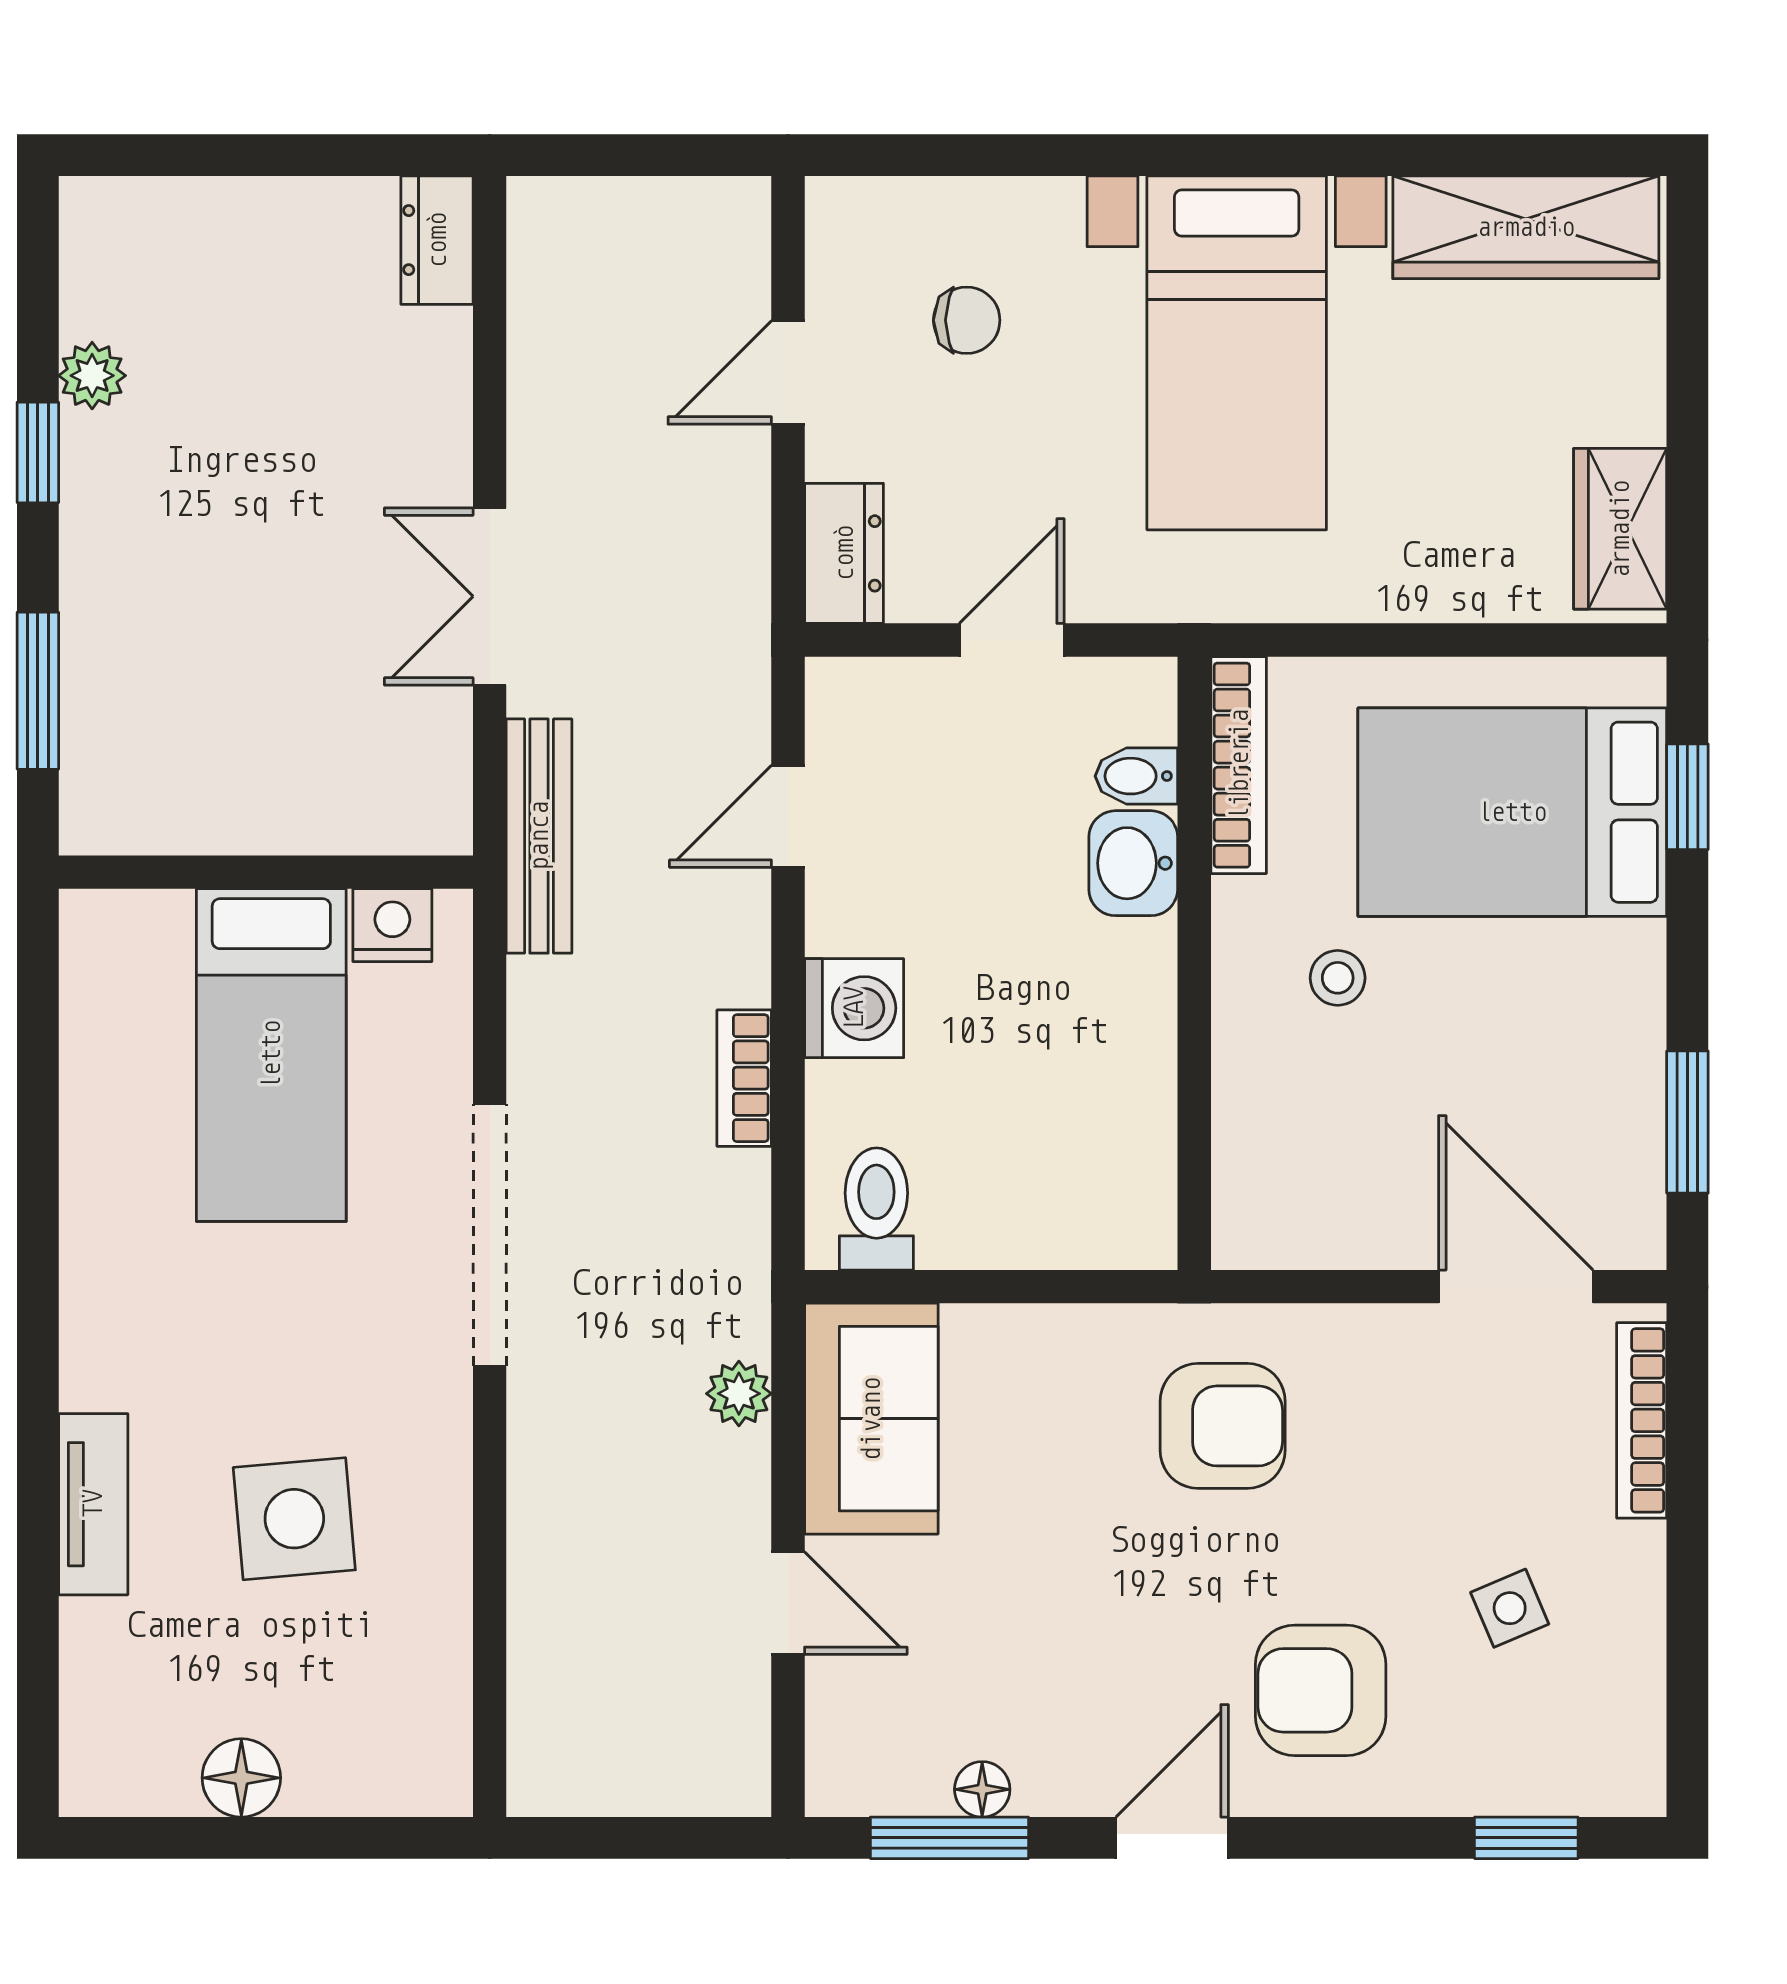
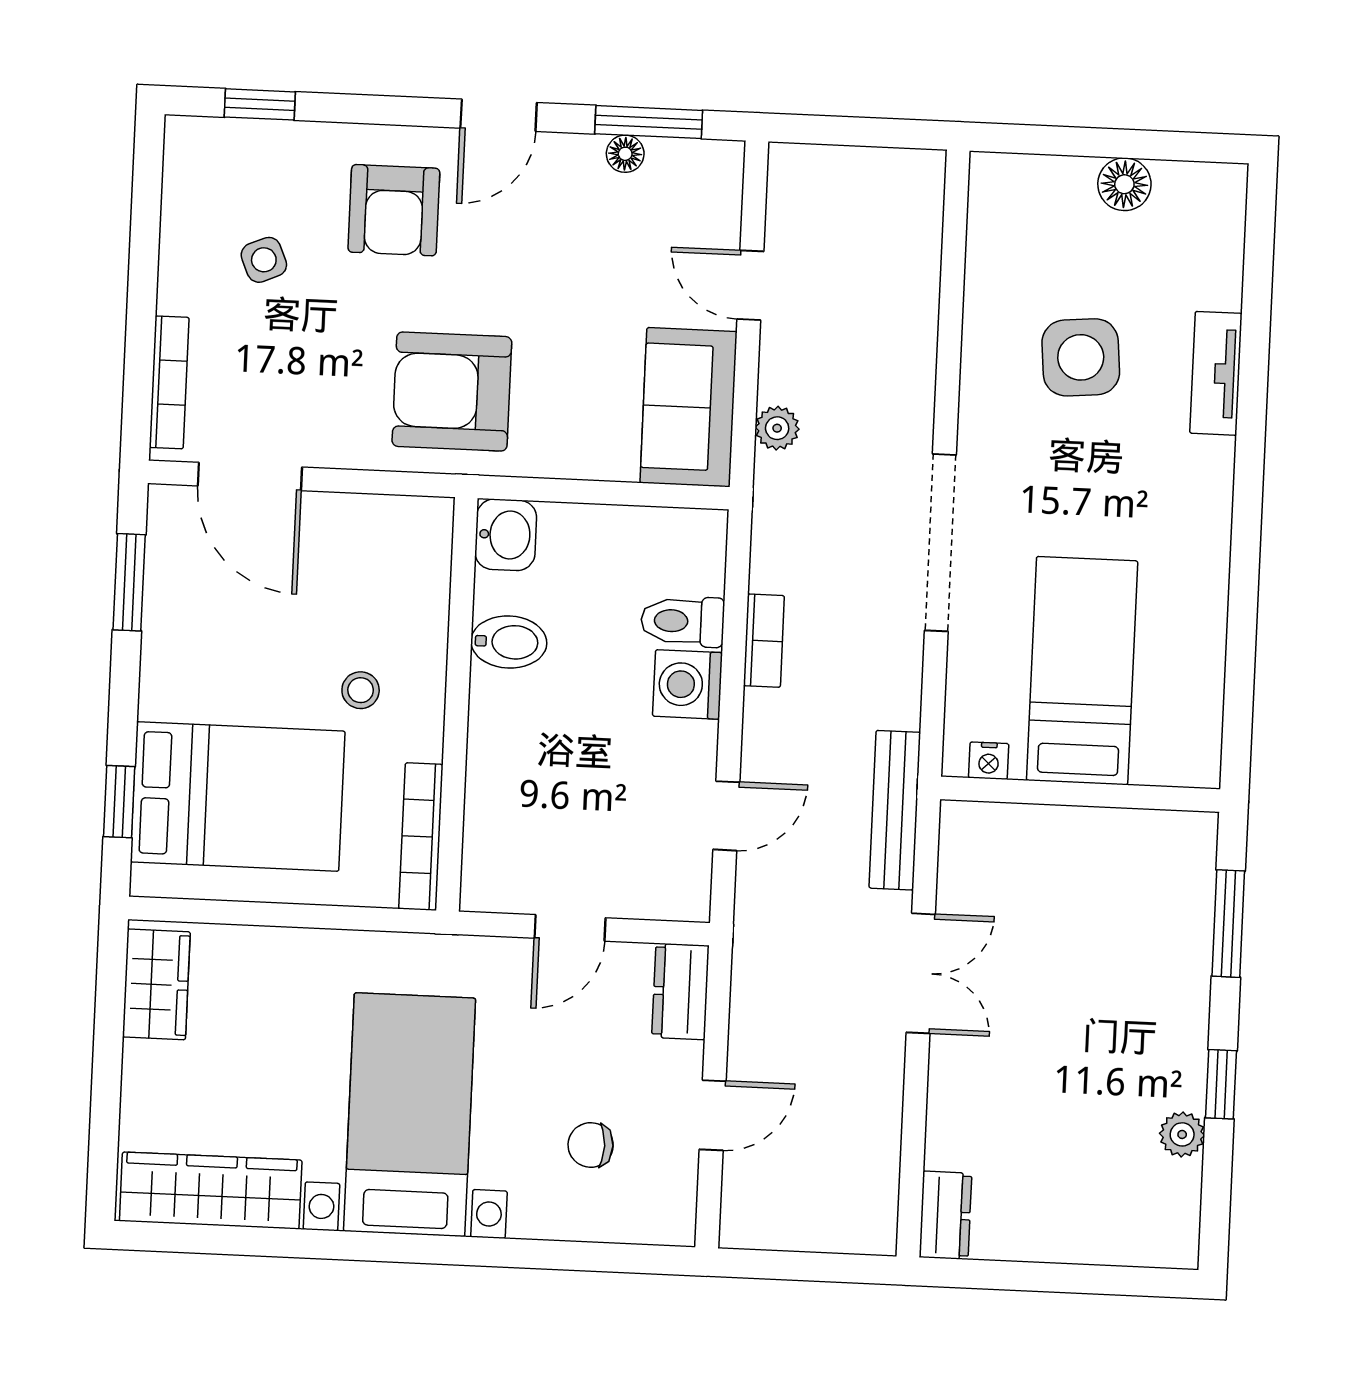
bidet: (1136, 776) -> (509, 642), moved, width x1.38, depth x1.36
washbasin: (1133, 863) -> (506, 535), moved
nightstand: (392, 925) -> (989, 761), width x0.72, depth x0.74
toilet: (876, 1209) -> (683, 621), moved, turned 90
armchair: (1223, 1426) -> (452, 392), width x1.36, depth x1.36
armchair: (1321, 1690) -> (394, 210), turned 90

